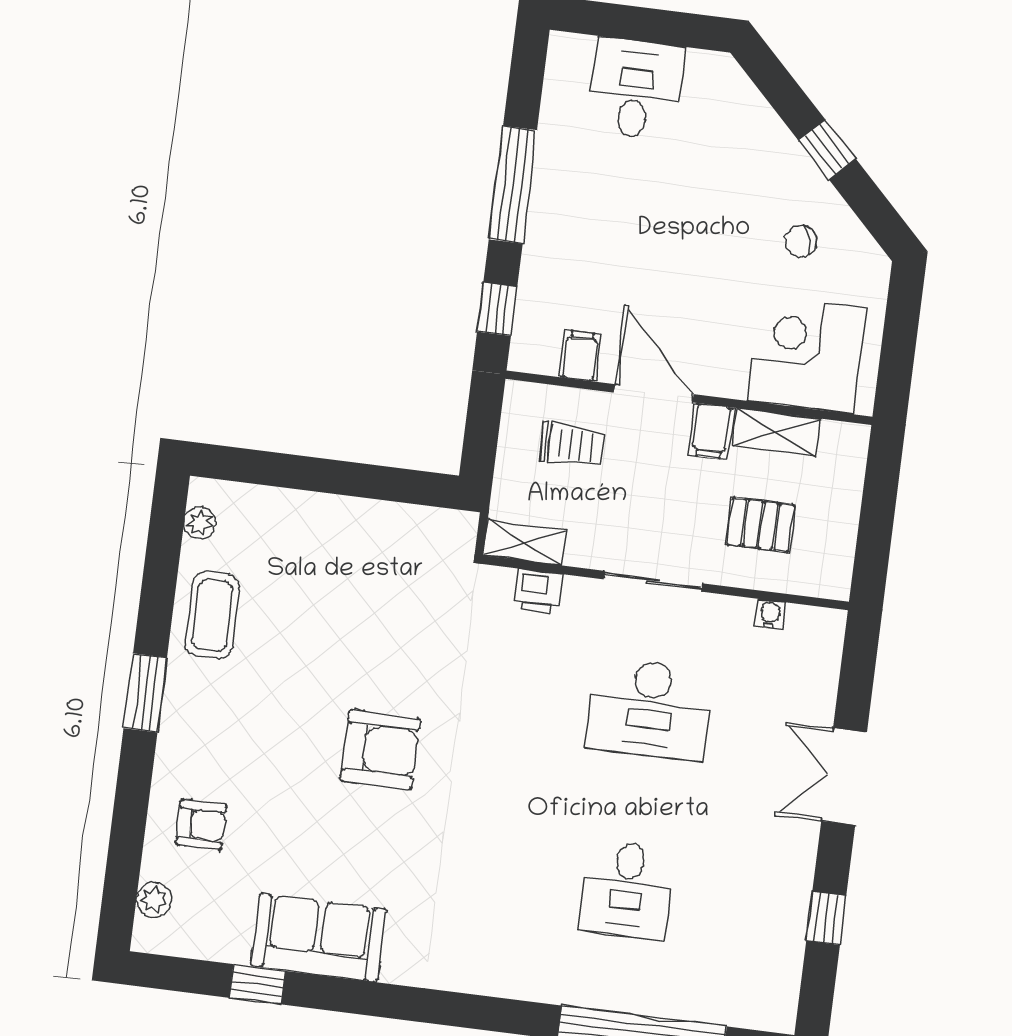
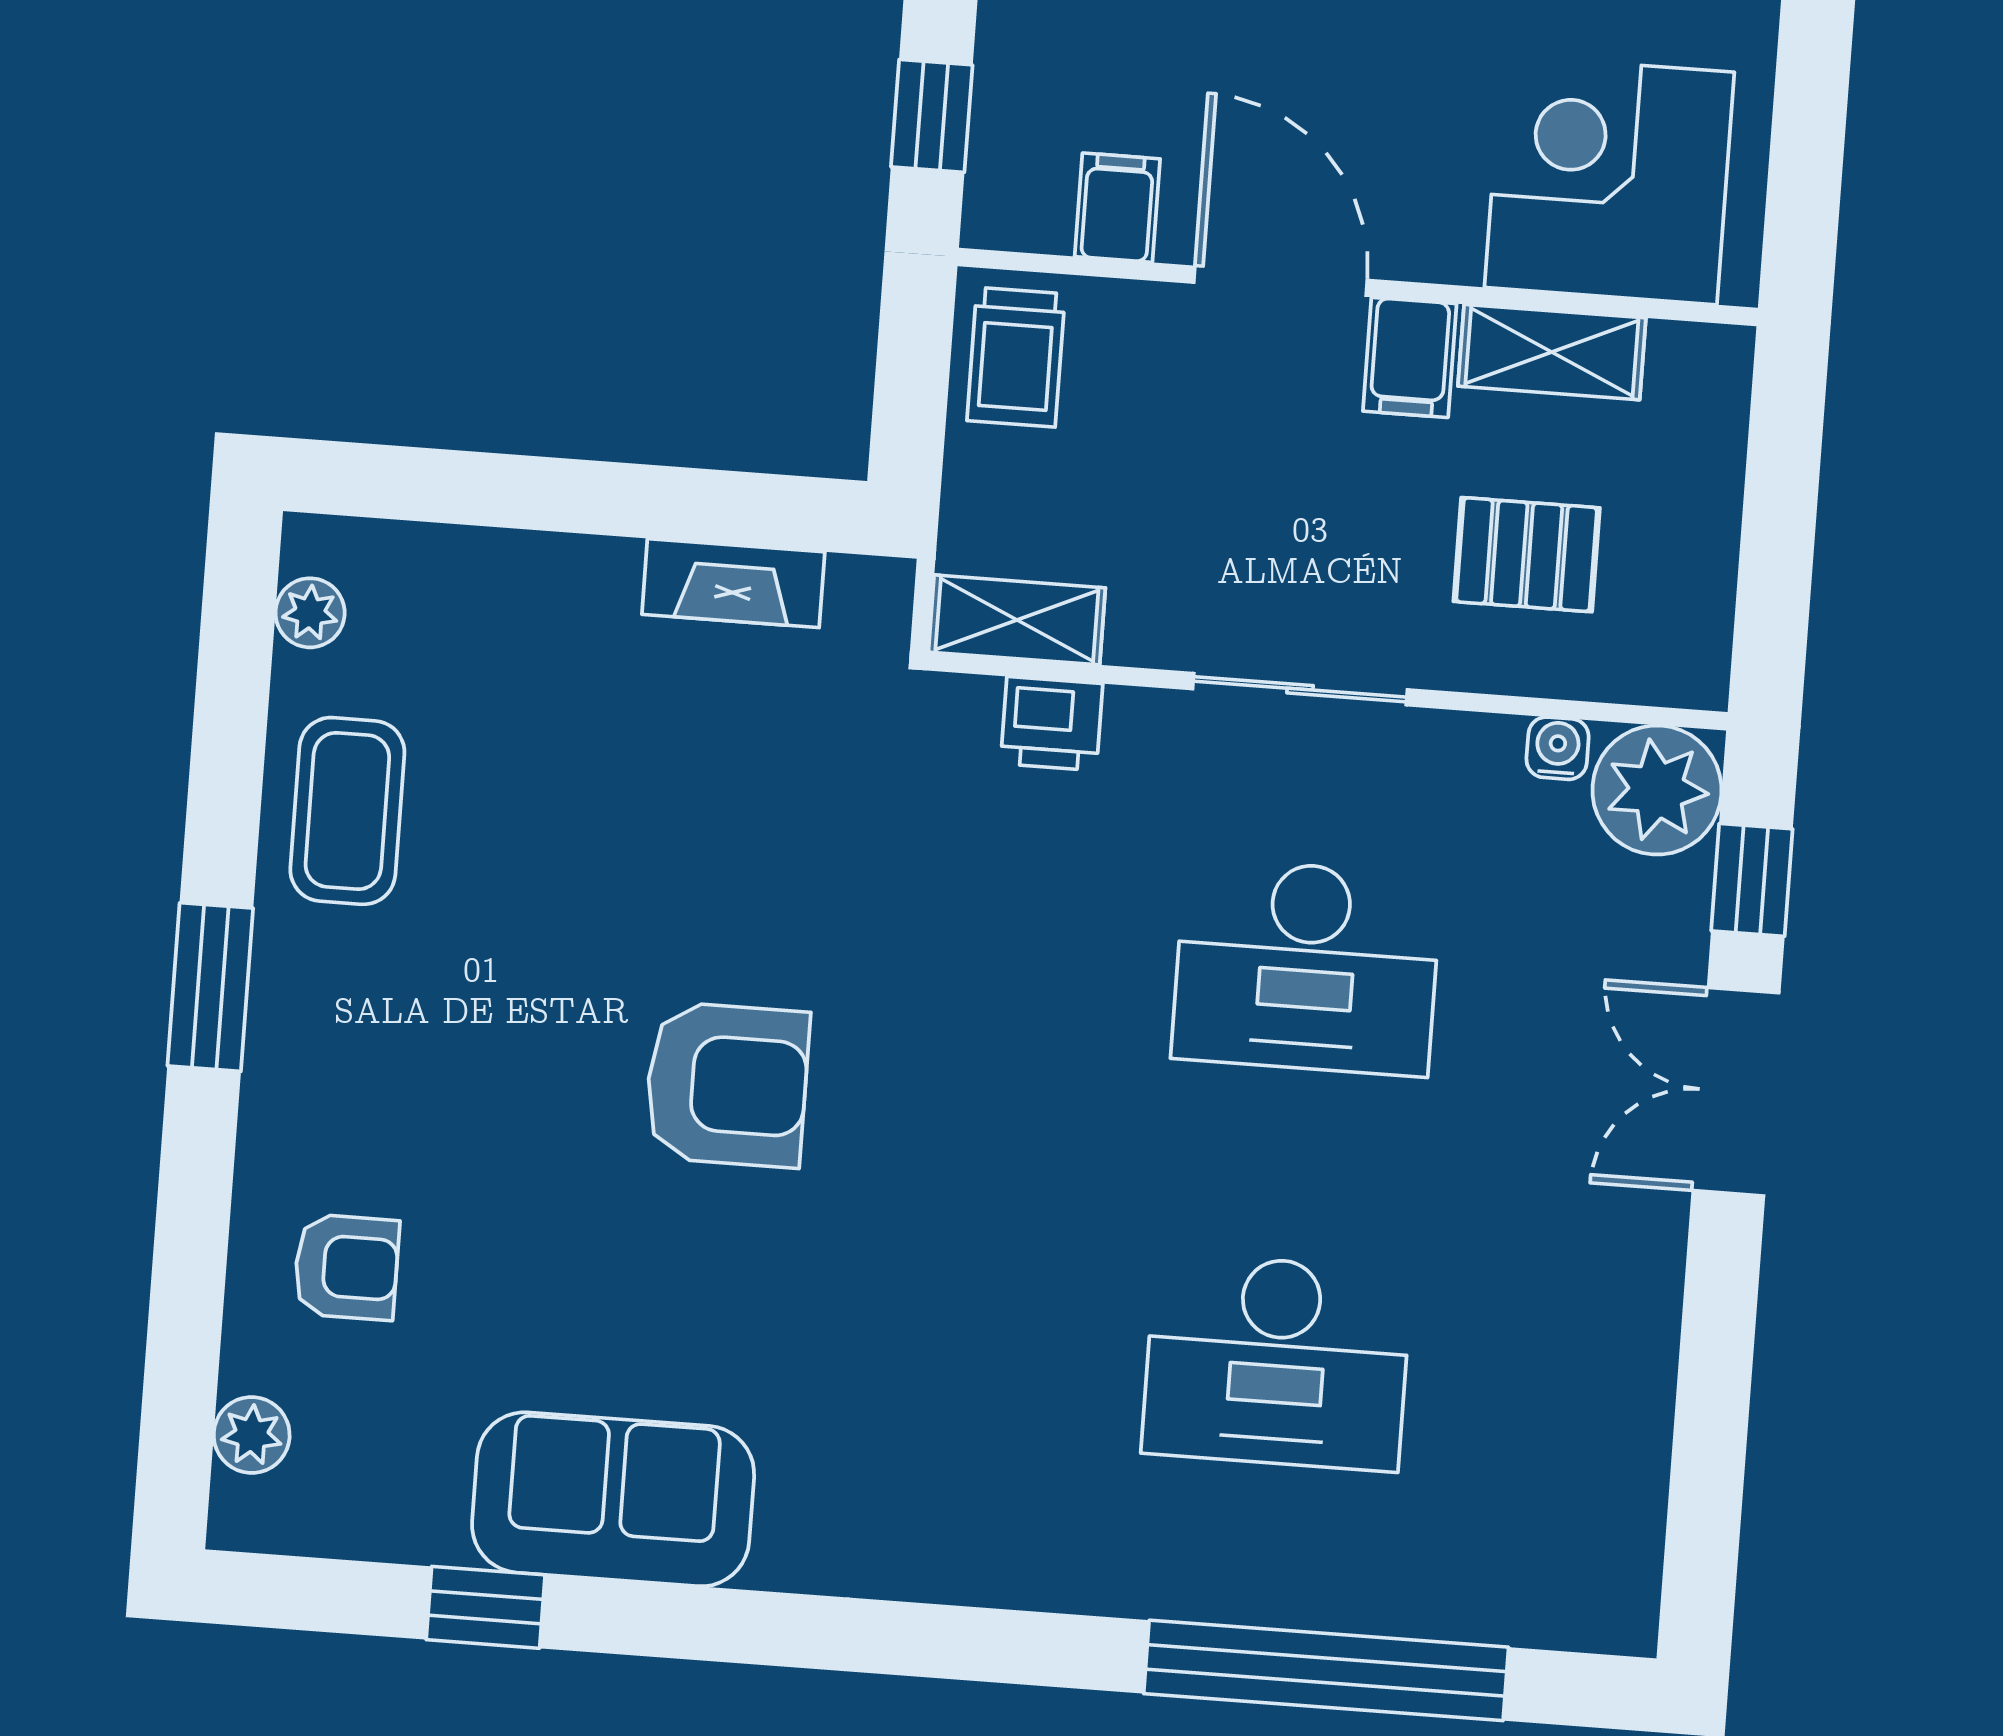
trolley: (572, 445) -> (1016, 357), moved, turned 90
fireplace: (395, 519) -> (733, 583), added
plant: (815, 636) -> (1657, 790), added
desk: (627, 890) -> (1277, 1362), width x1.37
window: (826, 918) -> (1752, 880), moved

